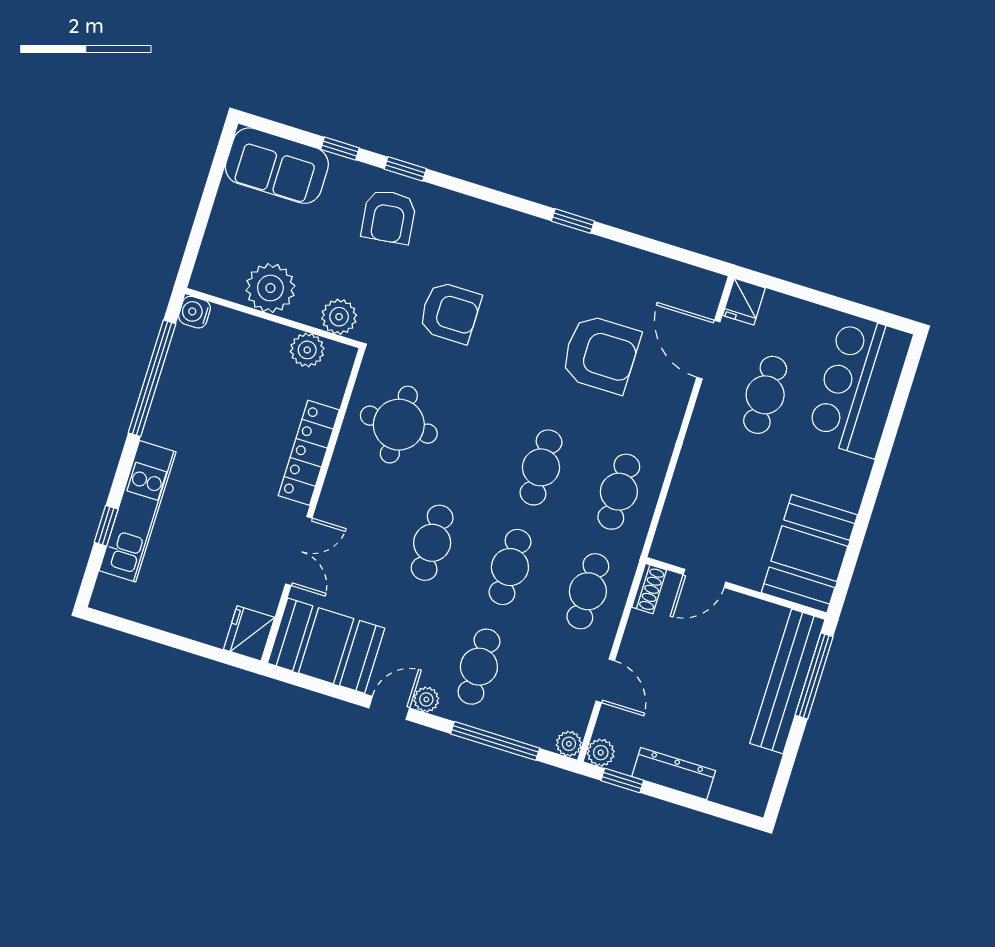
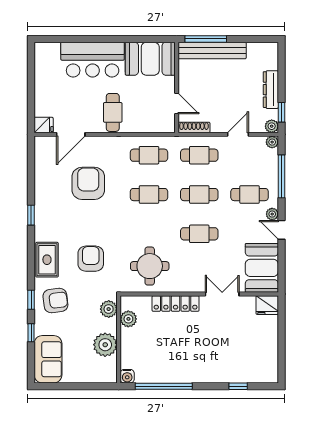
rug: (475, 225) -> (47, 260), added
bar counter: (860, 386) -> (93, 60), moved
cafe table: (765, 395) -> (113, 112), moved, turned 90
kitchen unit: (138, 511) -> (227, 374), removed
shoe rack: (649, 589) -> (194, 127), width x1.43

